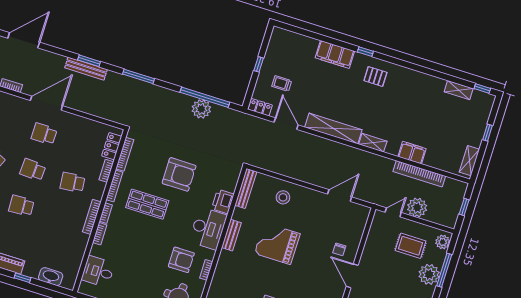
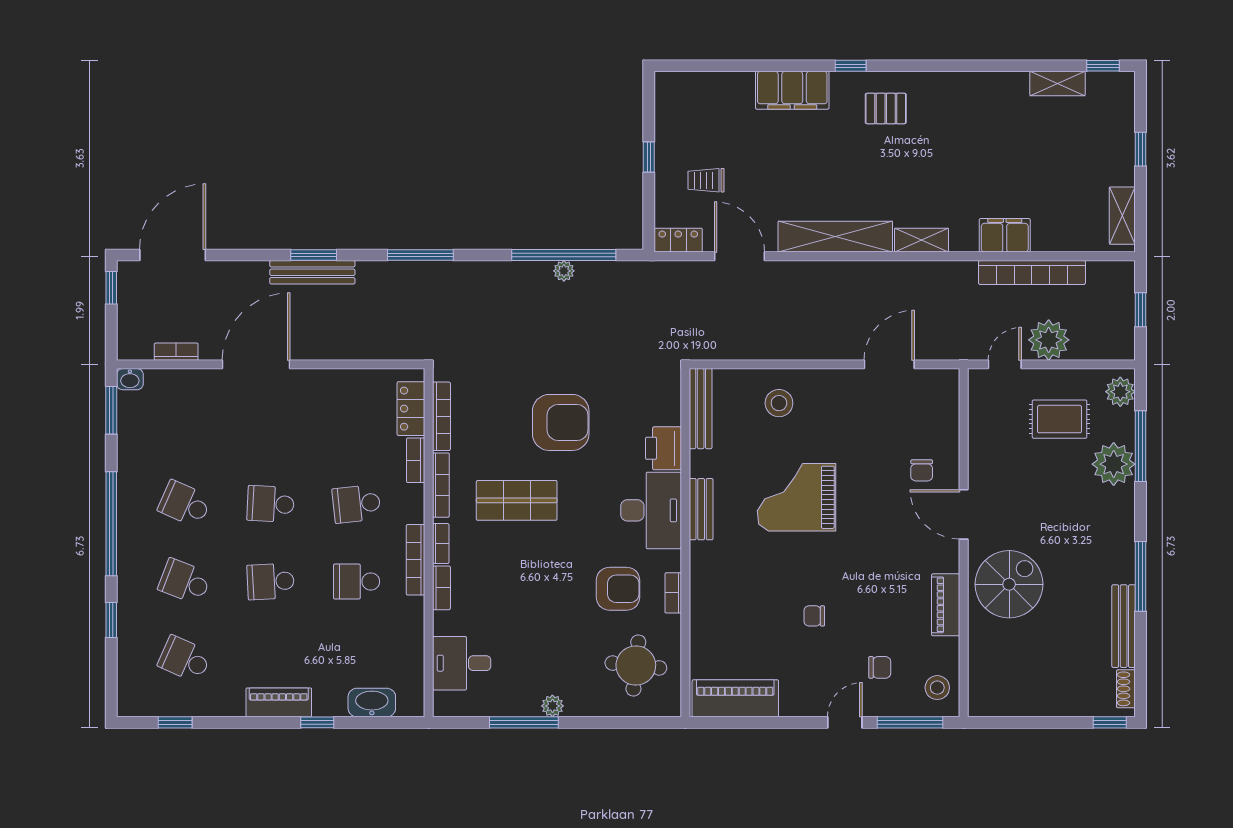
plant: (201, 109) -> (564, 271), width x0.53, depth x0.53
school desk: (44, 134) -> (356, 582), moved

